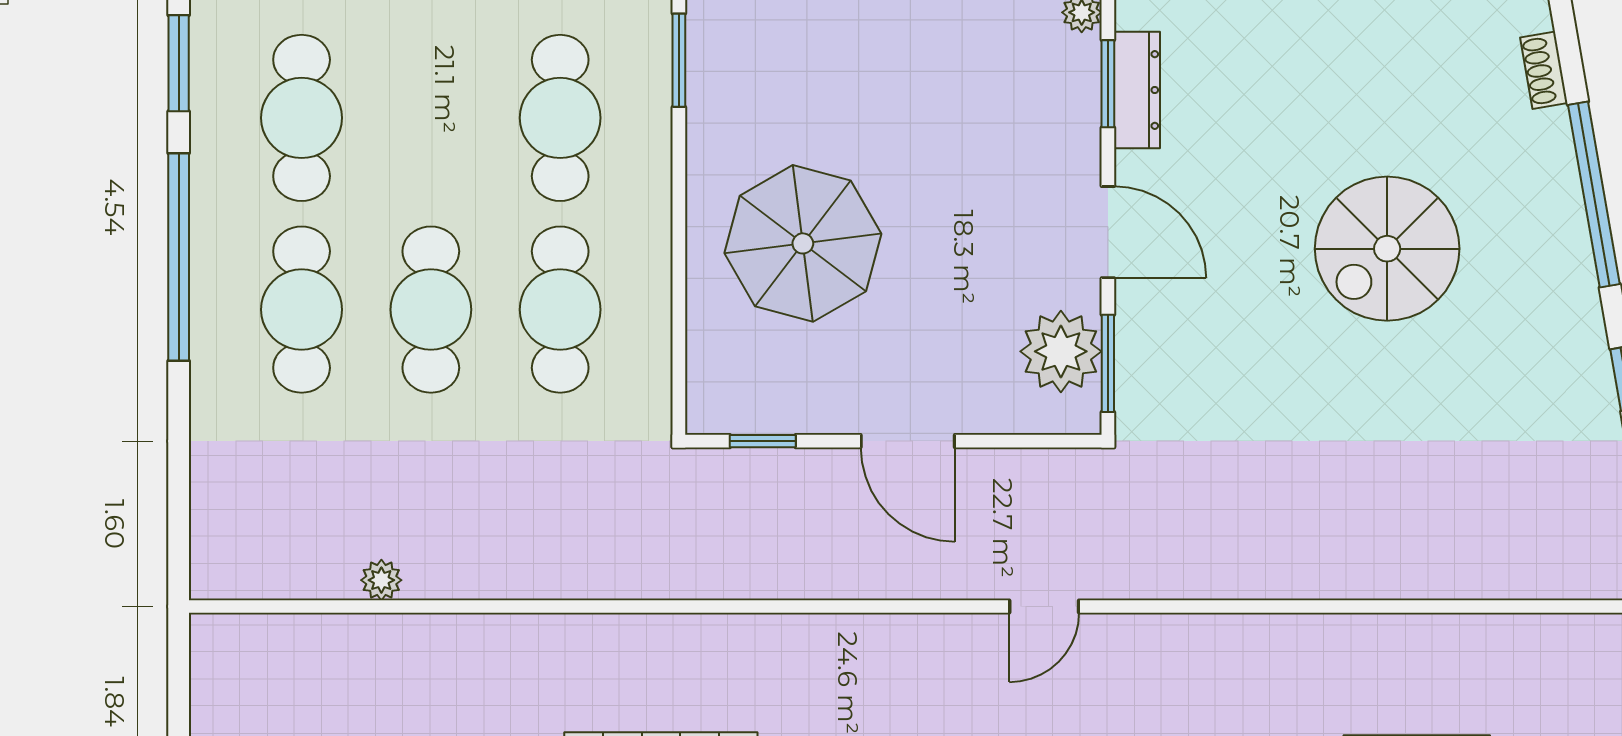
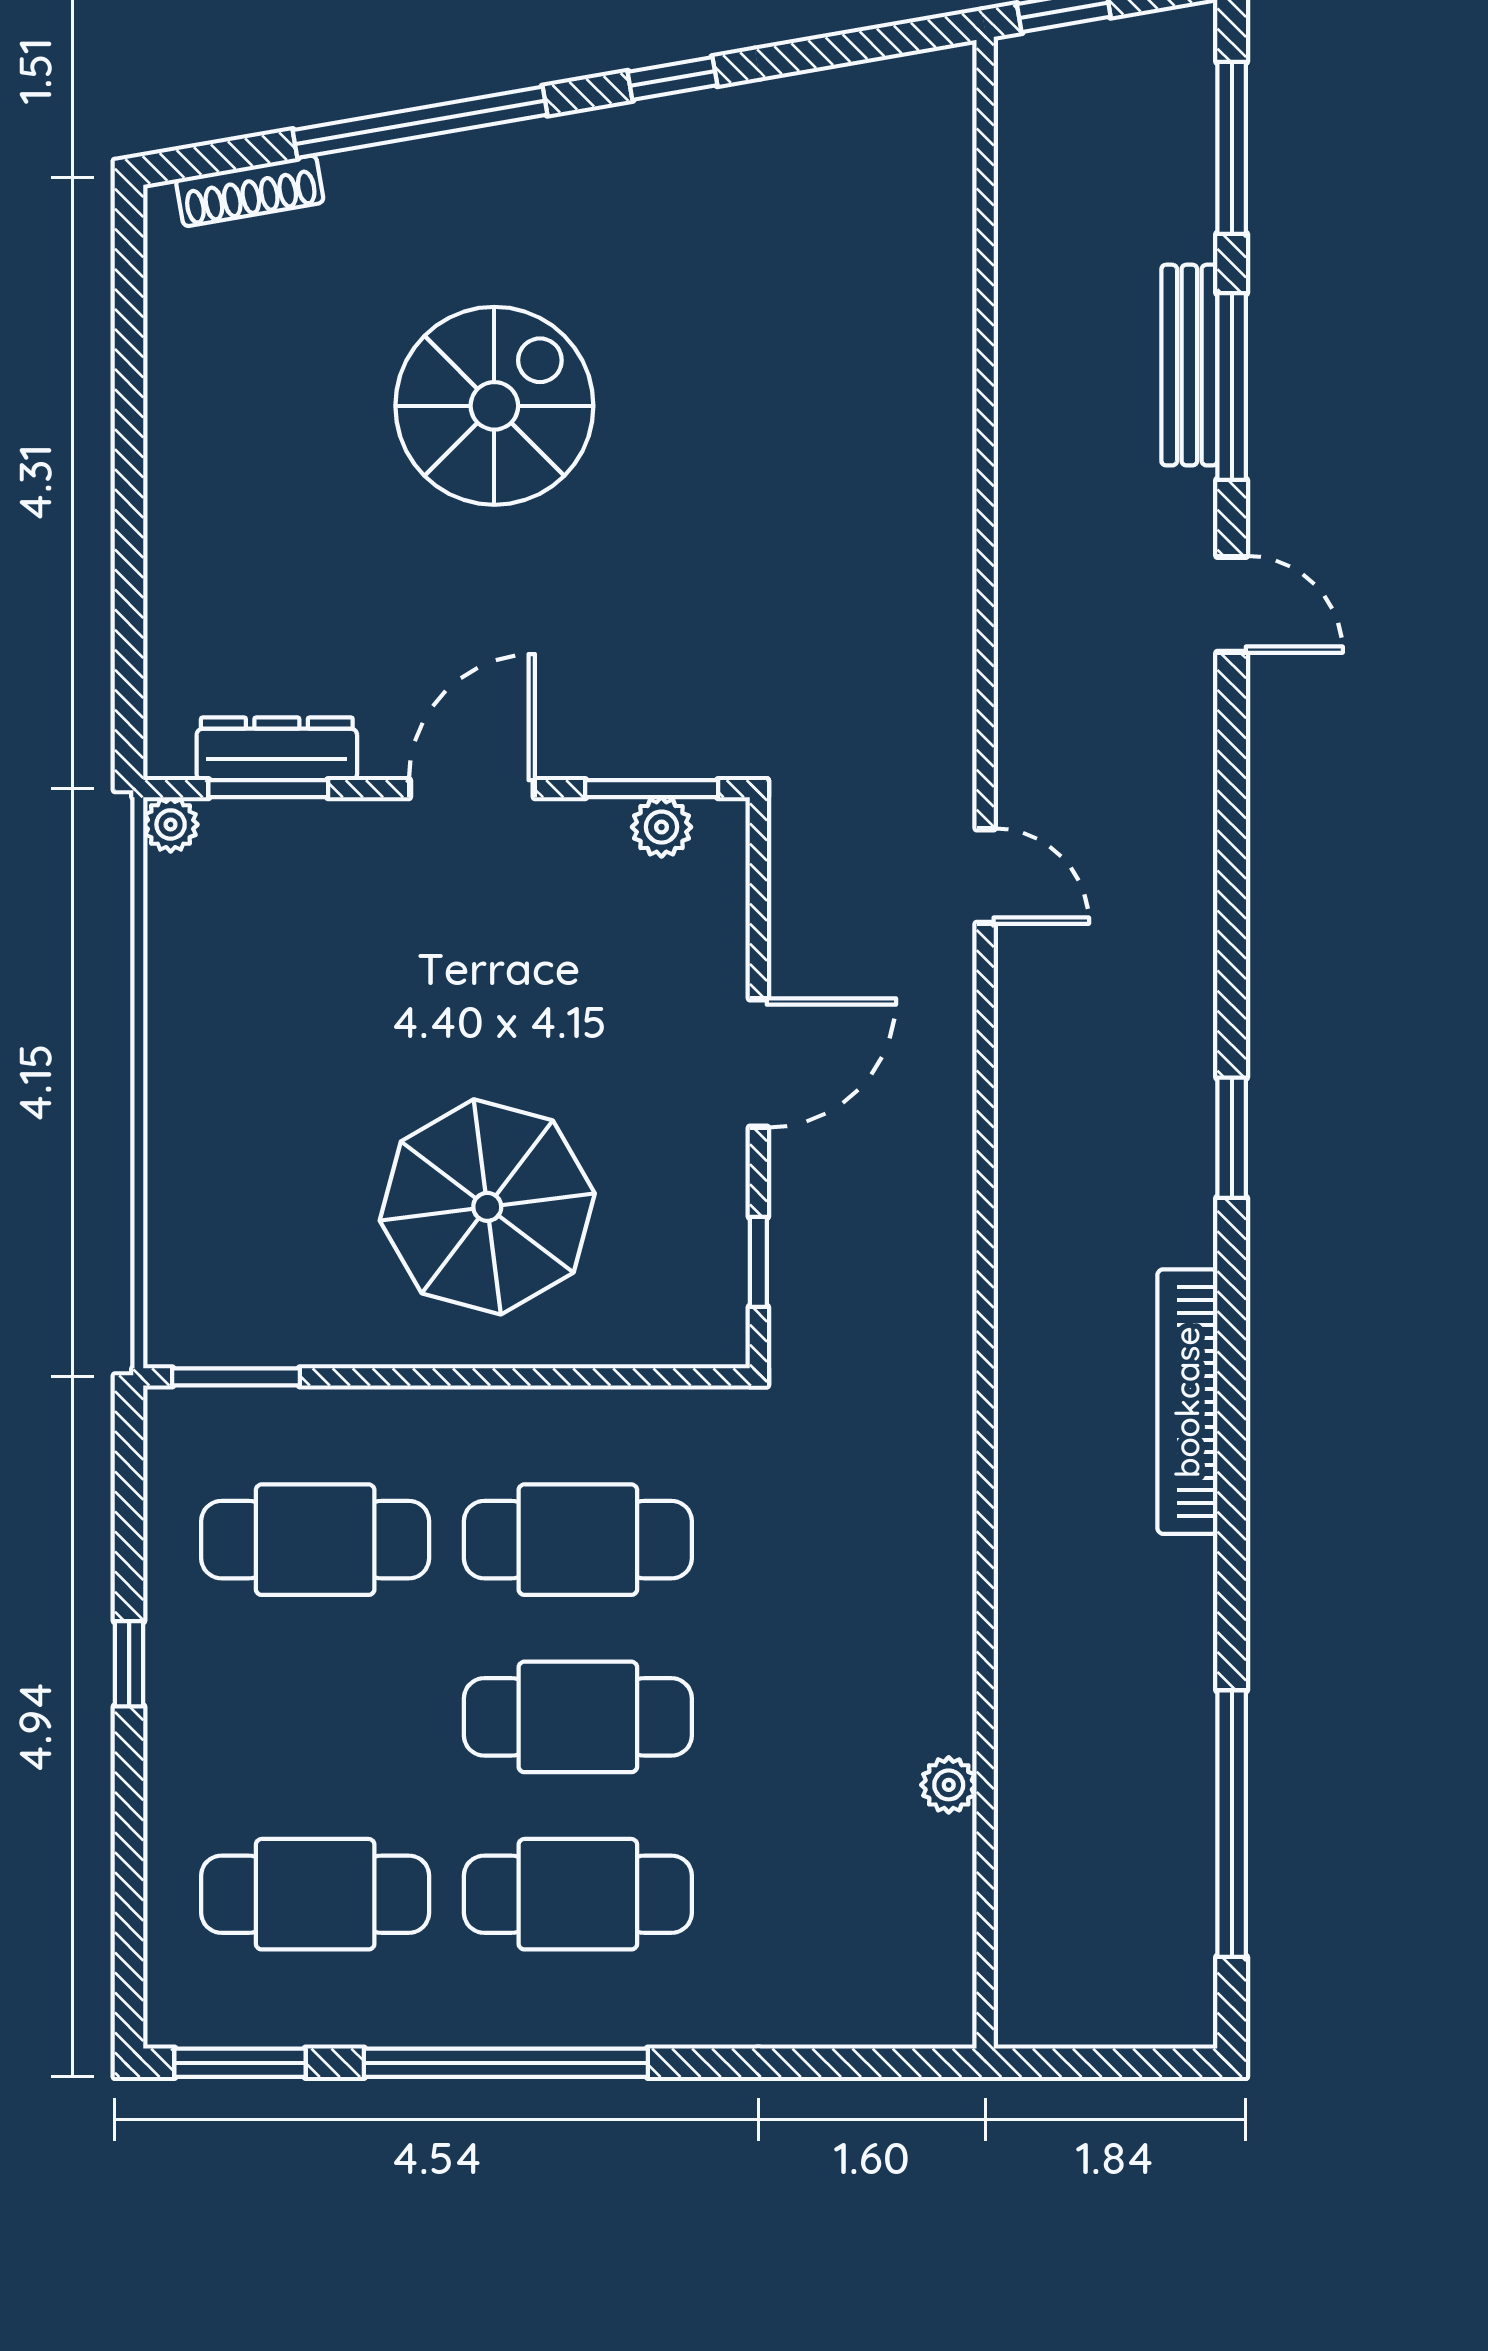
shoe rack: (1544, 70) -> (250, 191), width x1.43
spiral stairs: (1387, 249) -> (494, 406), turned -90
plant: (1061, 351) -> (661, 827), width x0.53, depth x0.53

